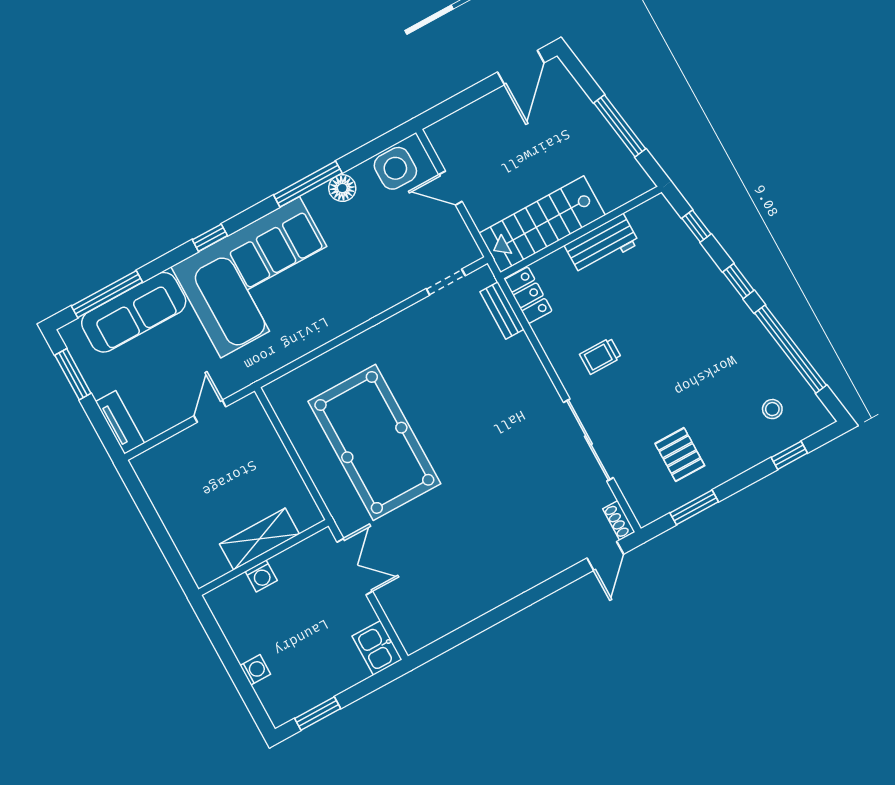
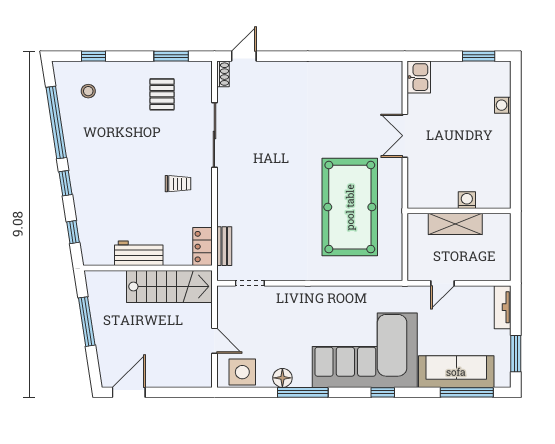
shelving: (259, 539) -> (455, 224), moved
wall: (264, 557) -> (459, 211), moved
washing machine: (261, 576) -> (467, 200), moved

